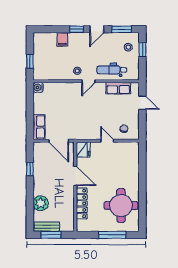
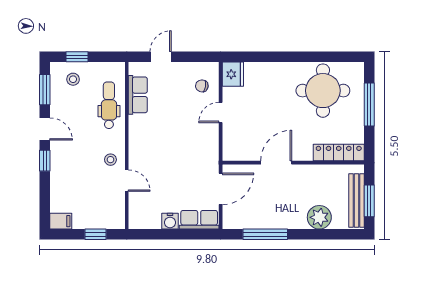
filing cabinet: (62, 39) -> (61, 221), moved
dental chair: (112, 70) -> (109, 105), turned 180
door: (89, 81) -> (127, 181), moved
water cooler: (38, 87) -> (170, 221), moved
fridge: (83, 150) -> (233, 74), moved, turned 90
window: (30, 169) -> (265, 234), width x2.17
locker: (82, 204) -> (339, 153), moved
bench: (47, 227) -> (356, 201), width x1.36

